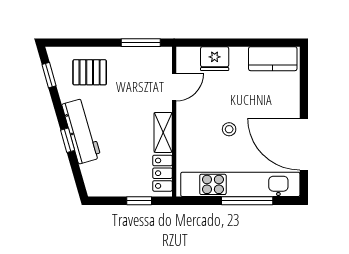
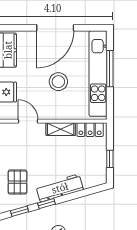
stool: (229, 129) -> (58, 82), width x1.89, depth x1.89
window: (68, 140) -> (46, 204), moved
door: (304, 144) -> (55, 28), moved
window: (139, 201) -> (110, 159), moved

